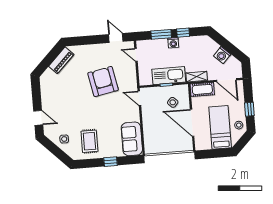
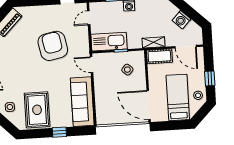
door: (136, 55) -> (89, 18), hinge flipped
kitchen sink: (169, 76) -> (109, 42), moved
door: (192, 123) -> (149, 105), moved
sofa: (132, 139) -> (82, 102), width x1.36
rug: (89, 141) -> (37, 110), width x1.36, depth x1.43

